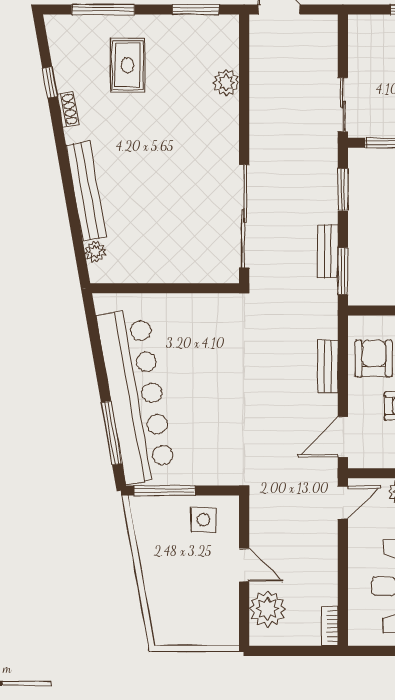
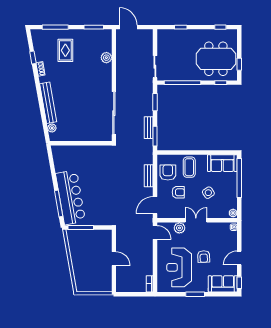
bar counter: (136, 396) -> (71, 197), width x0.73
door: (343, 502) -> (155, 232), hinge flipped
side table: (203, 520) -> (97, 240), removed
plant: (267, 609) -> (124, 277), removed

